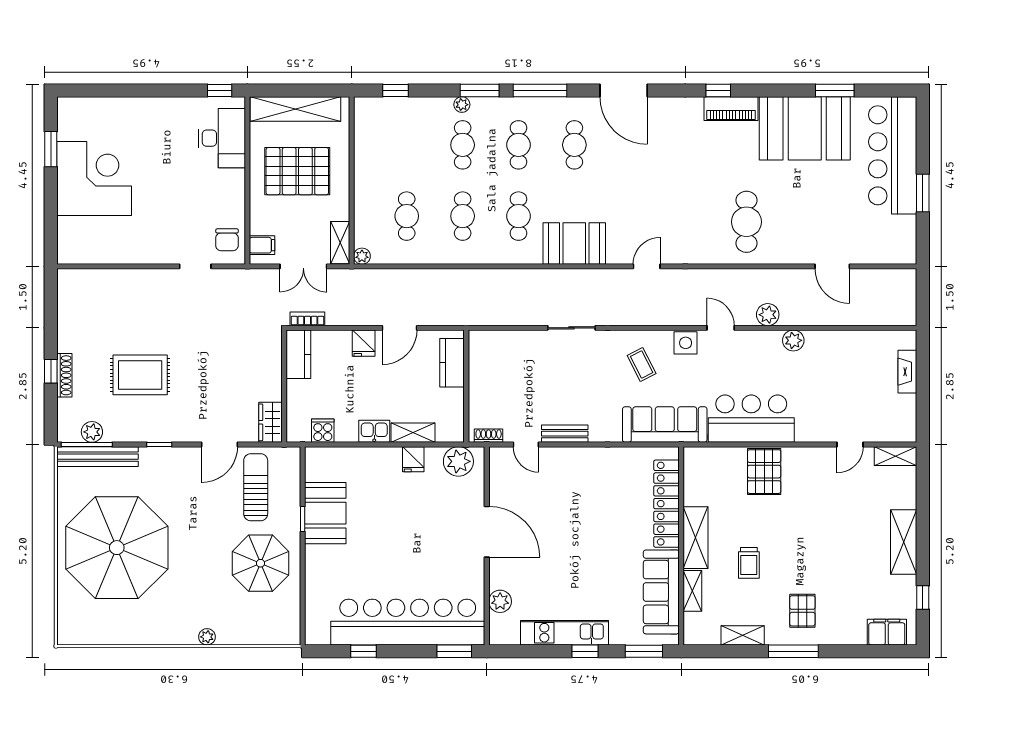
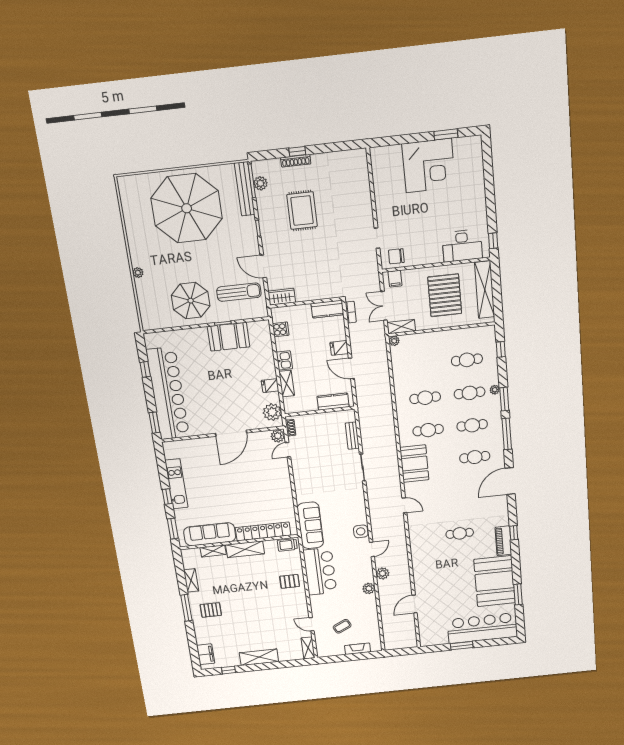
cafe table: (407, 216) -> (467, 360), moved
cafe table: (746, 222) -> (460, 533), moved, width x0.73, depth x0.74
coffee table: (642, 364) -> (342, 626), moved
bench: (565, 434) -> (352, 436), moved
pallet: (764, 472) -> (290, 581), width x0.67, depth x0.71
trolley: (749, 563) -> (287, 545), moved
plant: (500, 601) -> (278, 436), moved

